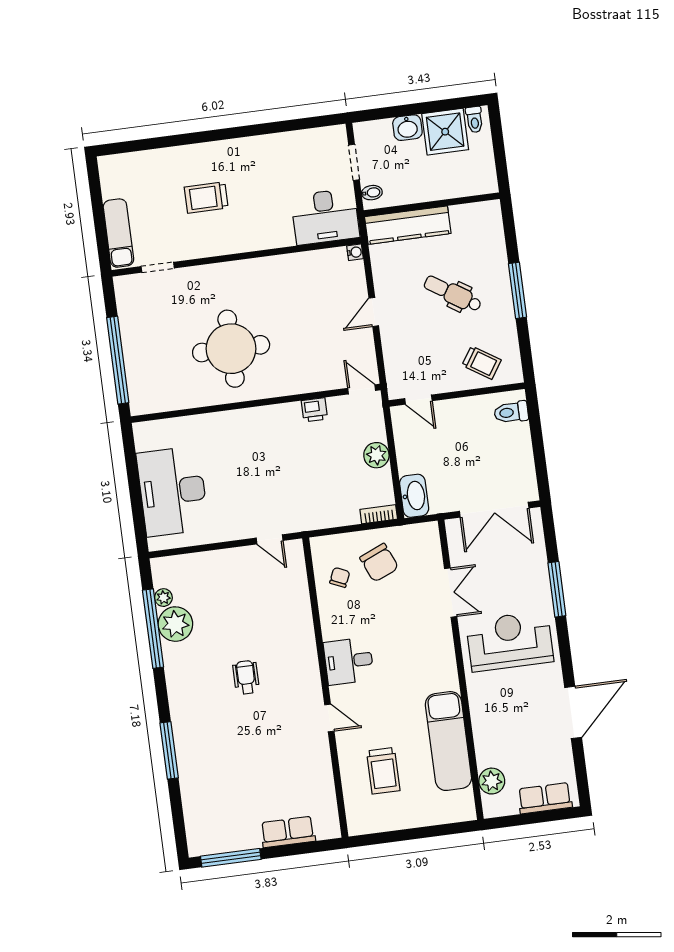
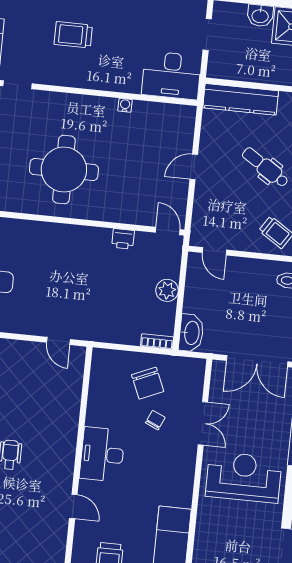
bidet: (372, 193) -> (216, 64), removed
water cooler: (355, 252) -> (125, 105), moved, turned -90
chair: (340, 577) -> (155, 420), moved
desk: (349, 661) -> (102, 454), width x1.37

